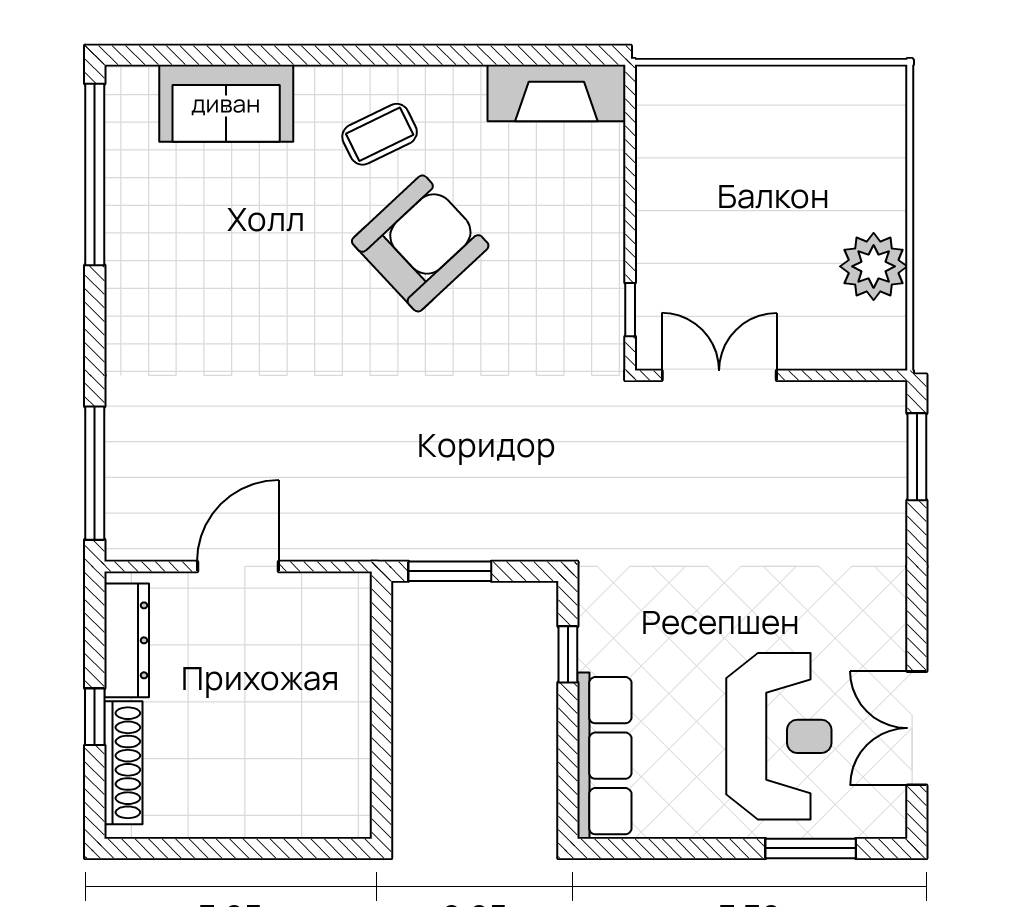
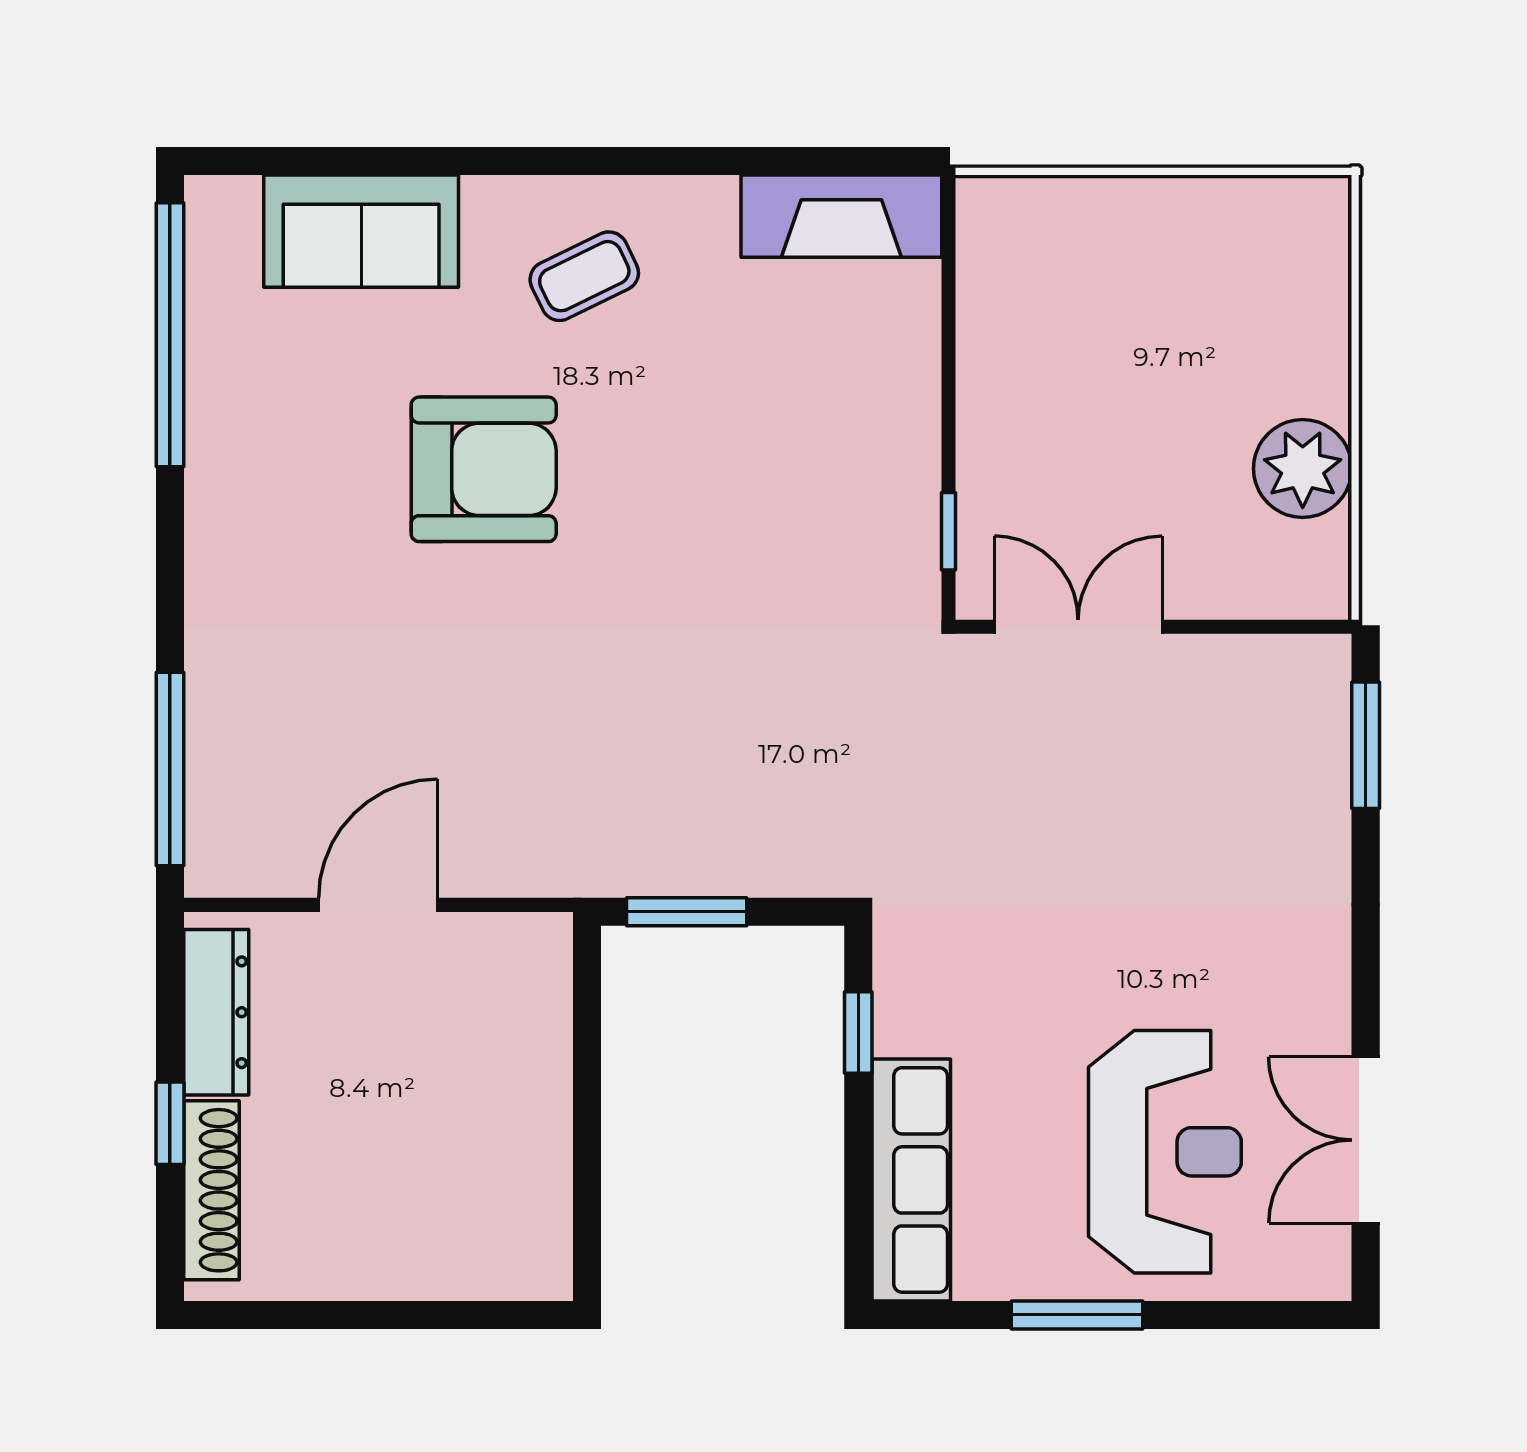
armchair: (420, 243) -> (484, 469), moved, turned 43
window: (811, 848) -> (1077, 1315), moved

